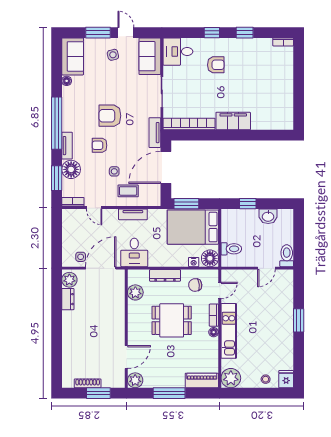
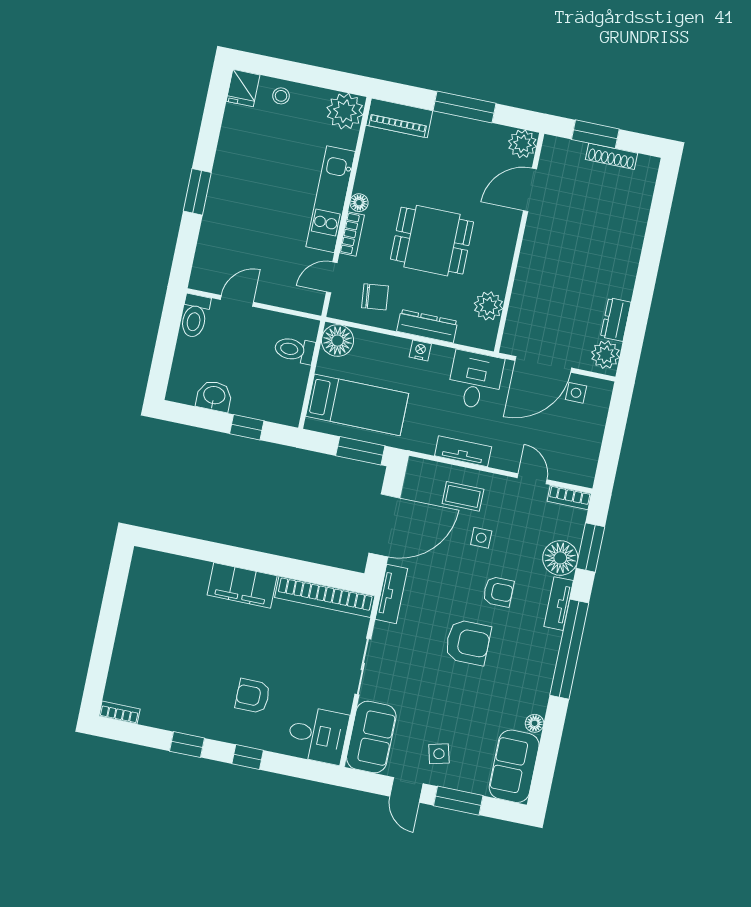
bed: (193, 227) -> (357, 405), width x0.67
nightstand: (194, 262) -> (420, 350), moved

